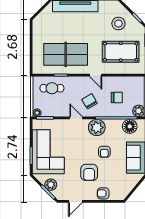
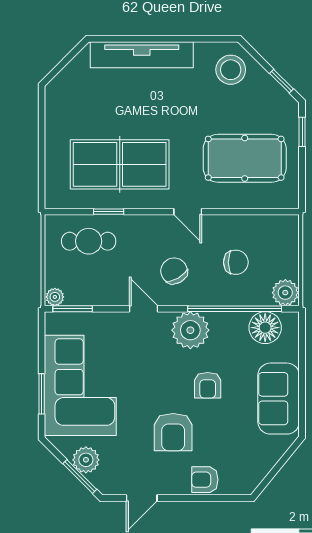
stool: (118, 24) -> (231, 70), moved

